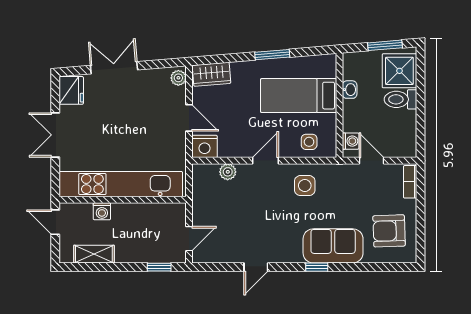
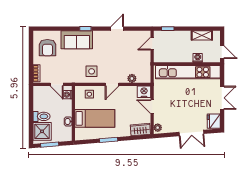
armchair: (389, 231) -> (47, 48), turned 92

